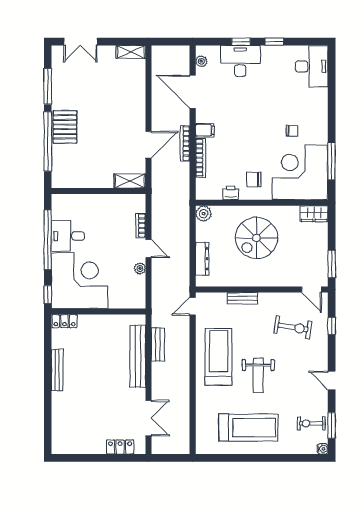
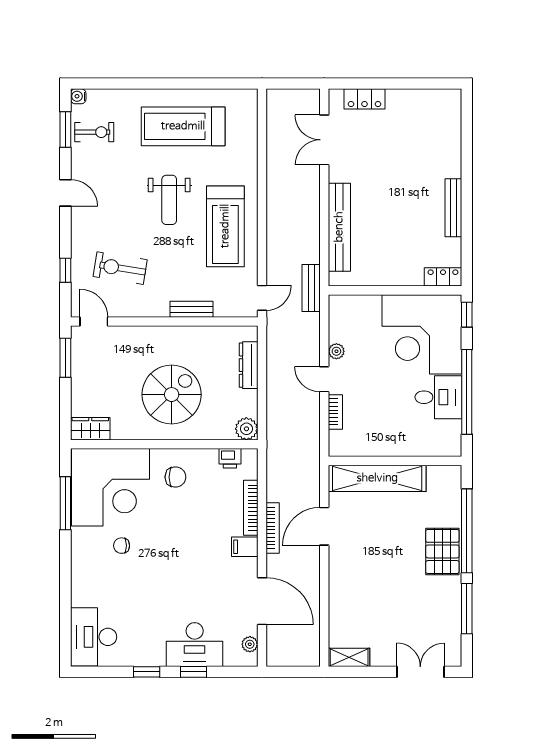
shelving: (130, 181) -> (377, 478), width x2.20, depth x1.33
printer: (231, 193) -> (230, 458), moved
bench: (158, 345) -> (311, 288), moved
weight bench: (258, 376) -> (169, 200), turned 180

